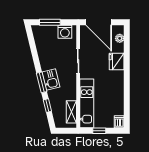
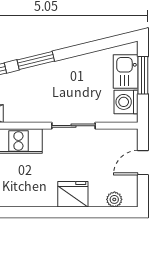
door: (99, 22) -> (143, 163), width x0.53
kitchen sink: (51, 79) -> (126, 72), moved, turned 104

